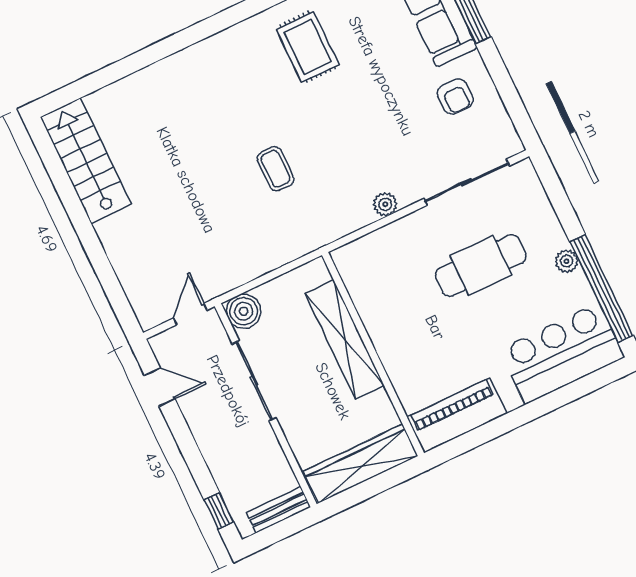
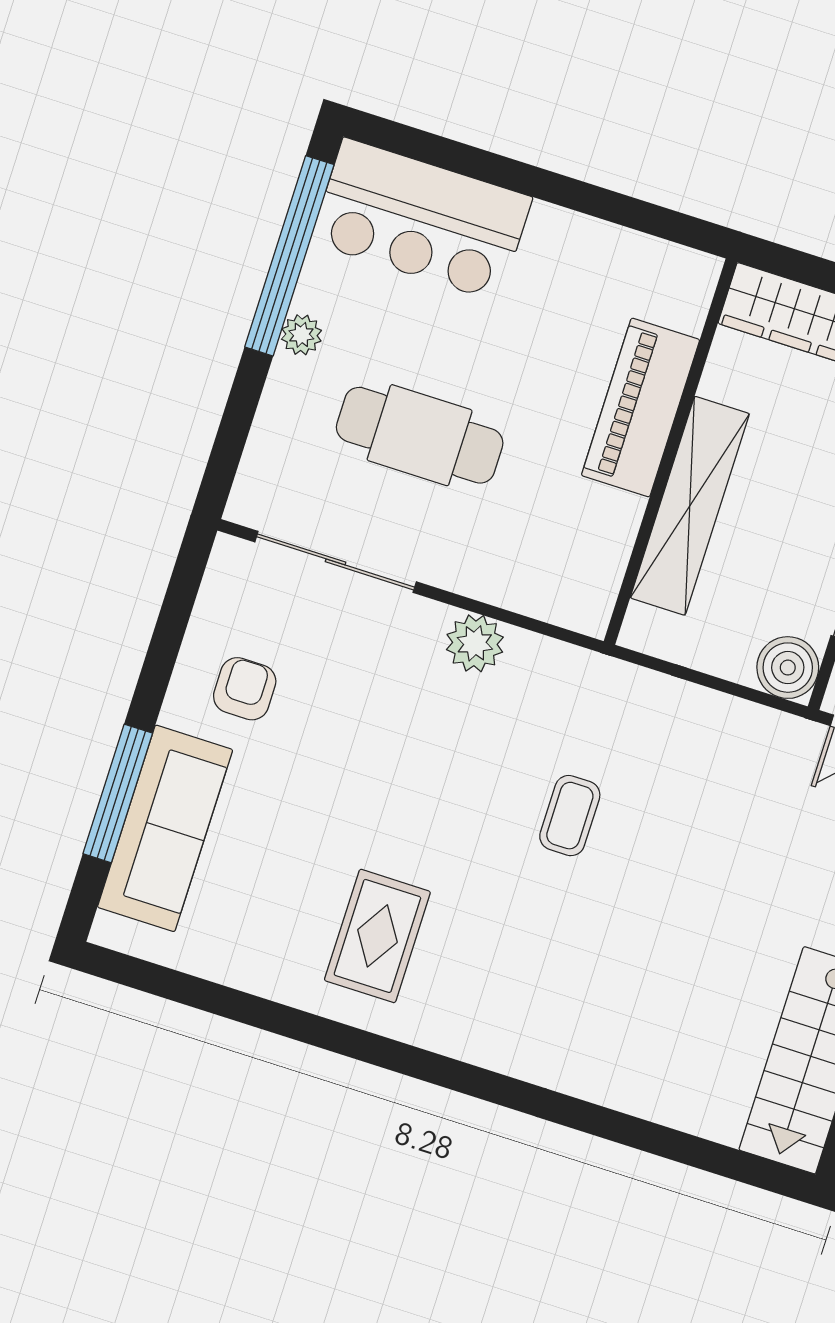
plant: (385, 204) -> (475, 643), width x1.38, depth x1.38
piano: (457, 415) -> (641, 407), moved, turned 90

